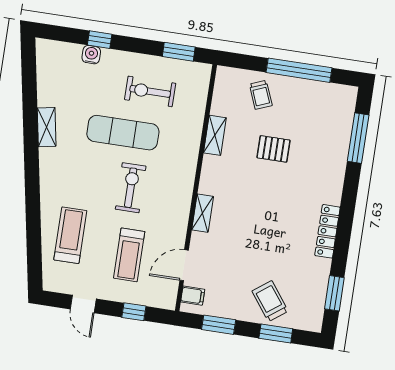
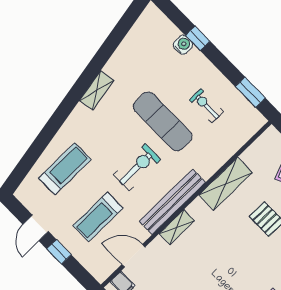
exercise bike: (150, 91) -> (206, 106), width x0.73, depth x0.72
shelving: (47, 127) -> (97, 90), moved
shelving: (215, 135) -> (226, 184), width x1.50, depth x1.33
bench: (183, 195) -> (172, 202), added
window: (134, 312) -> (59, 252), moved

